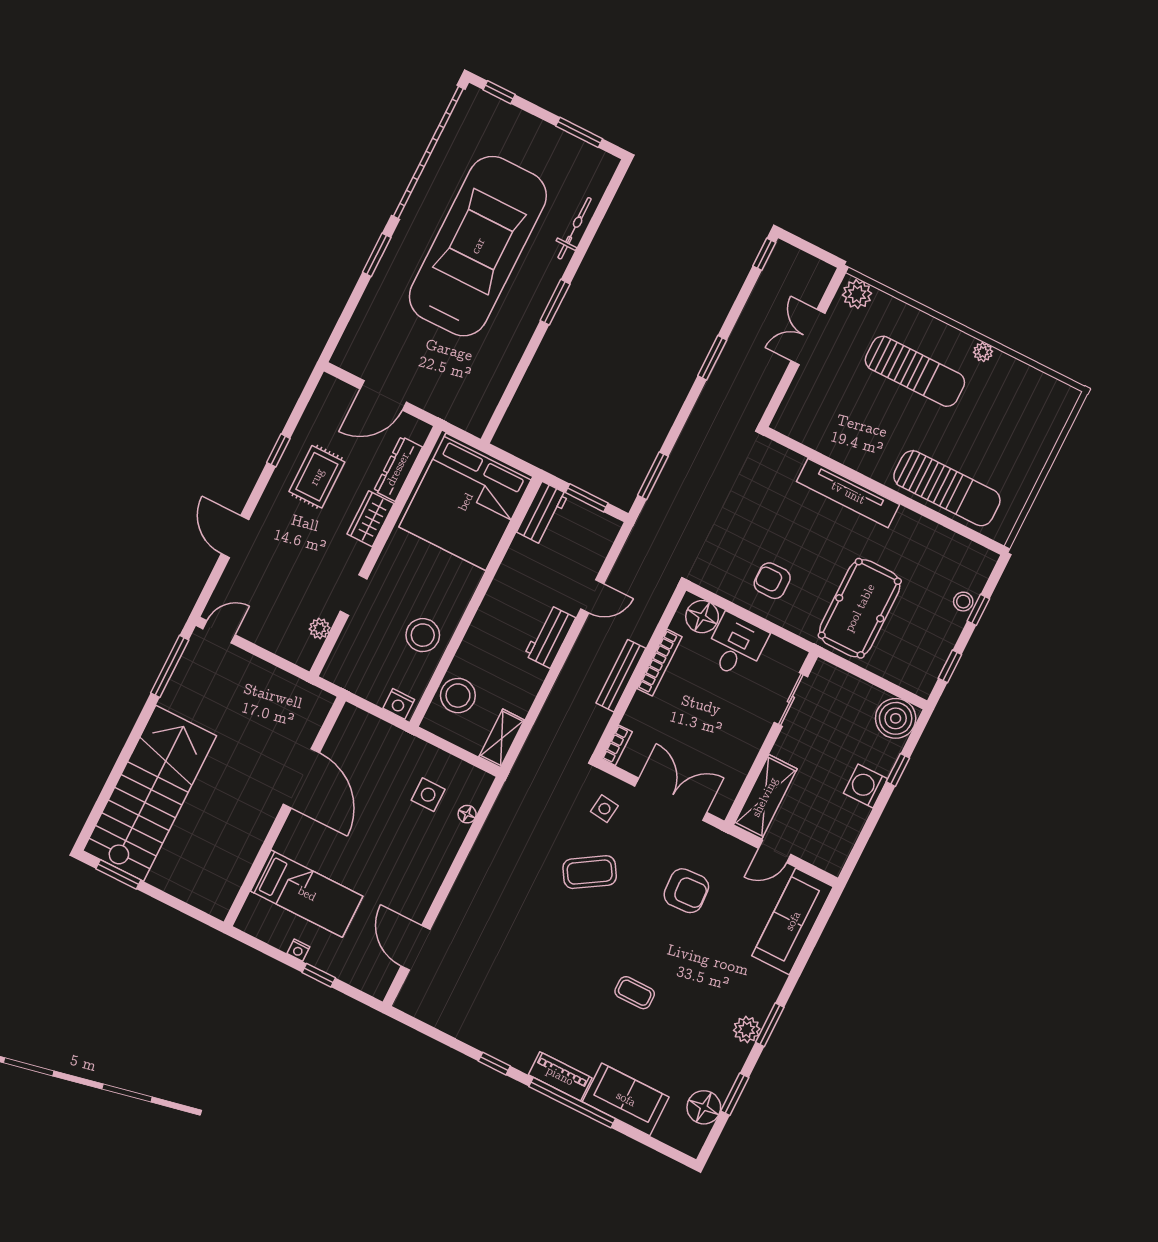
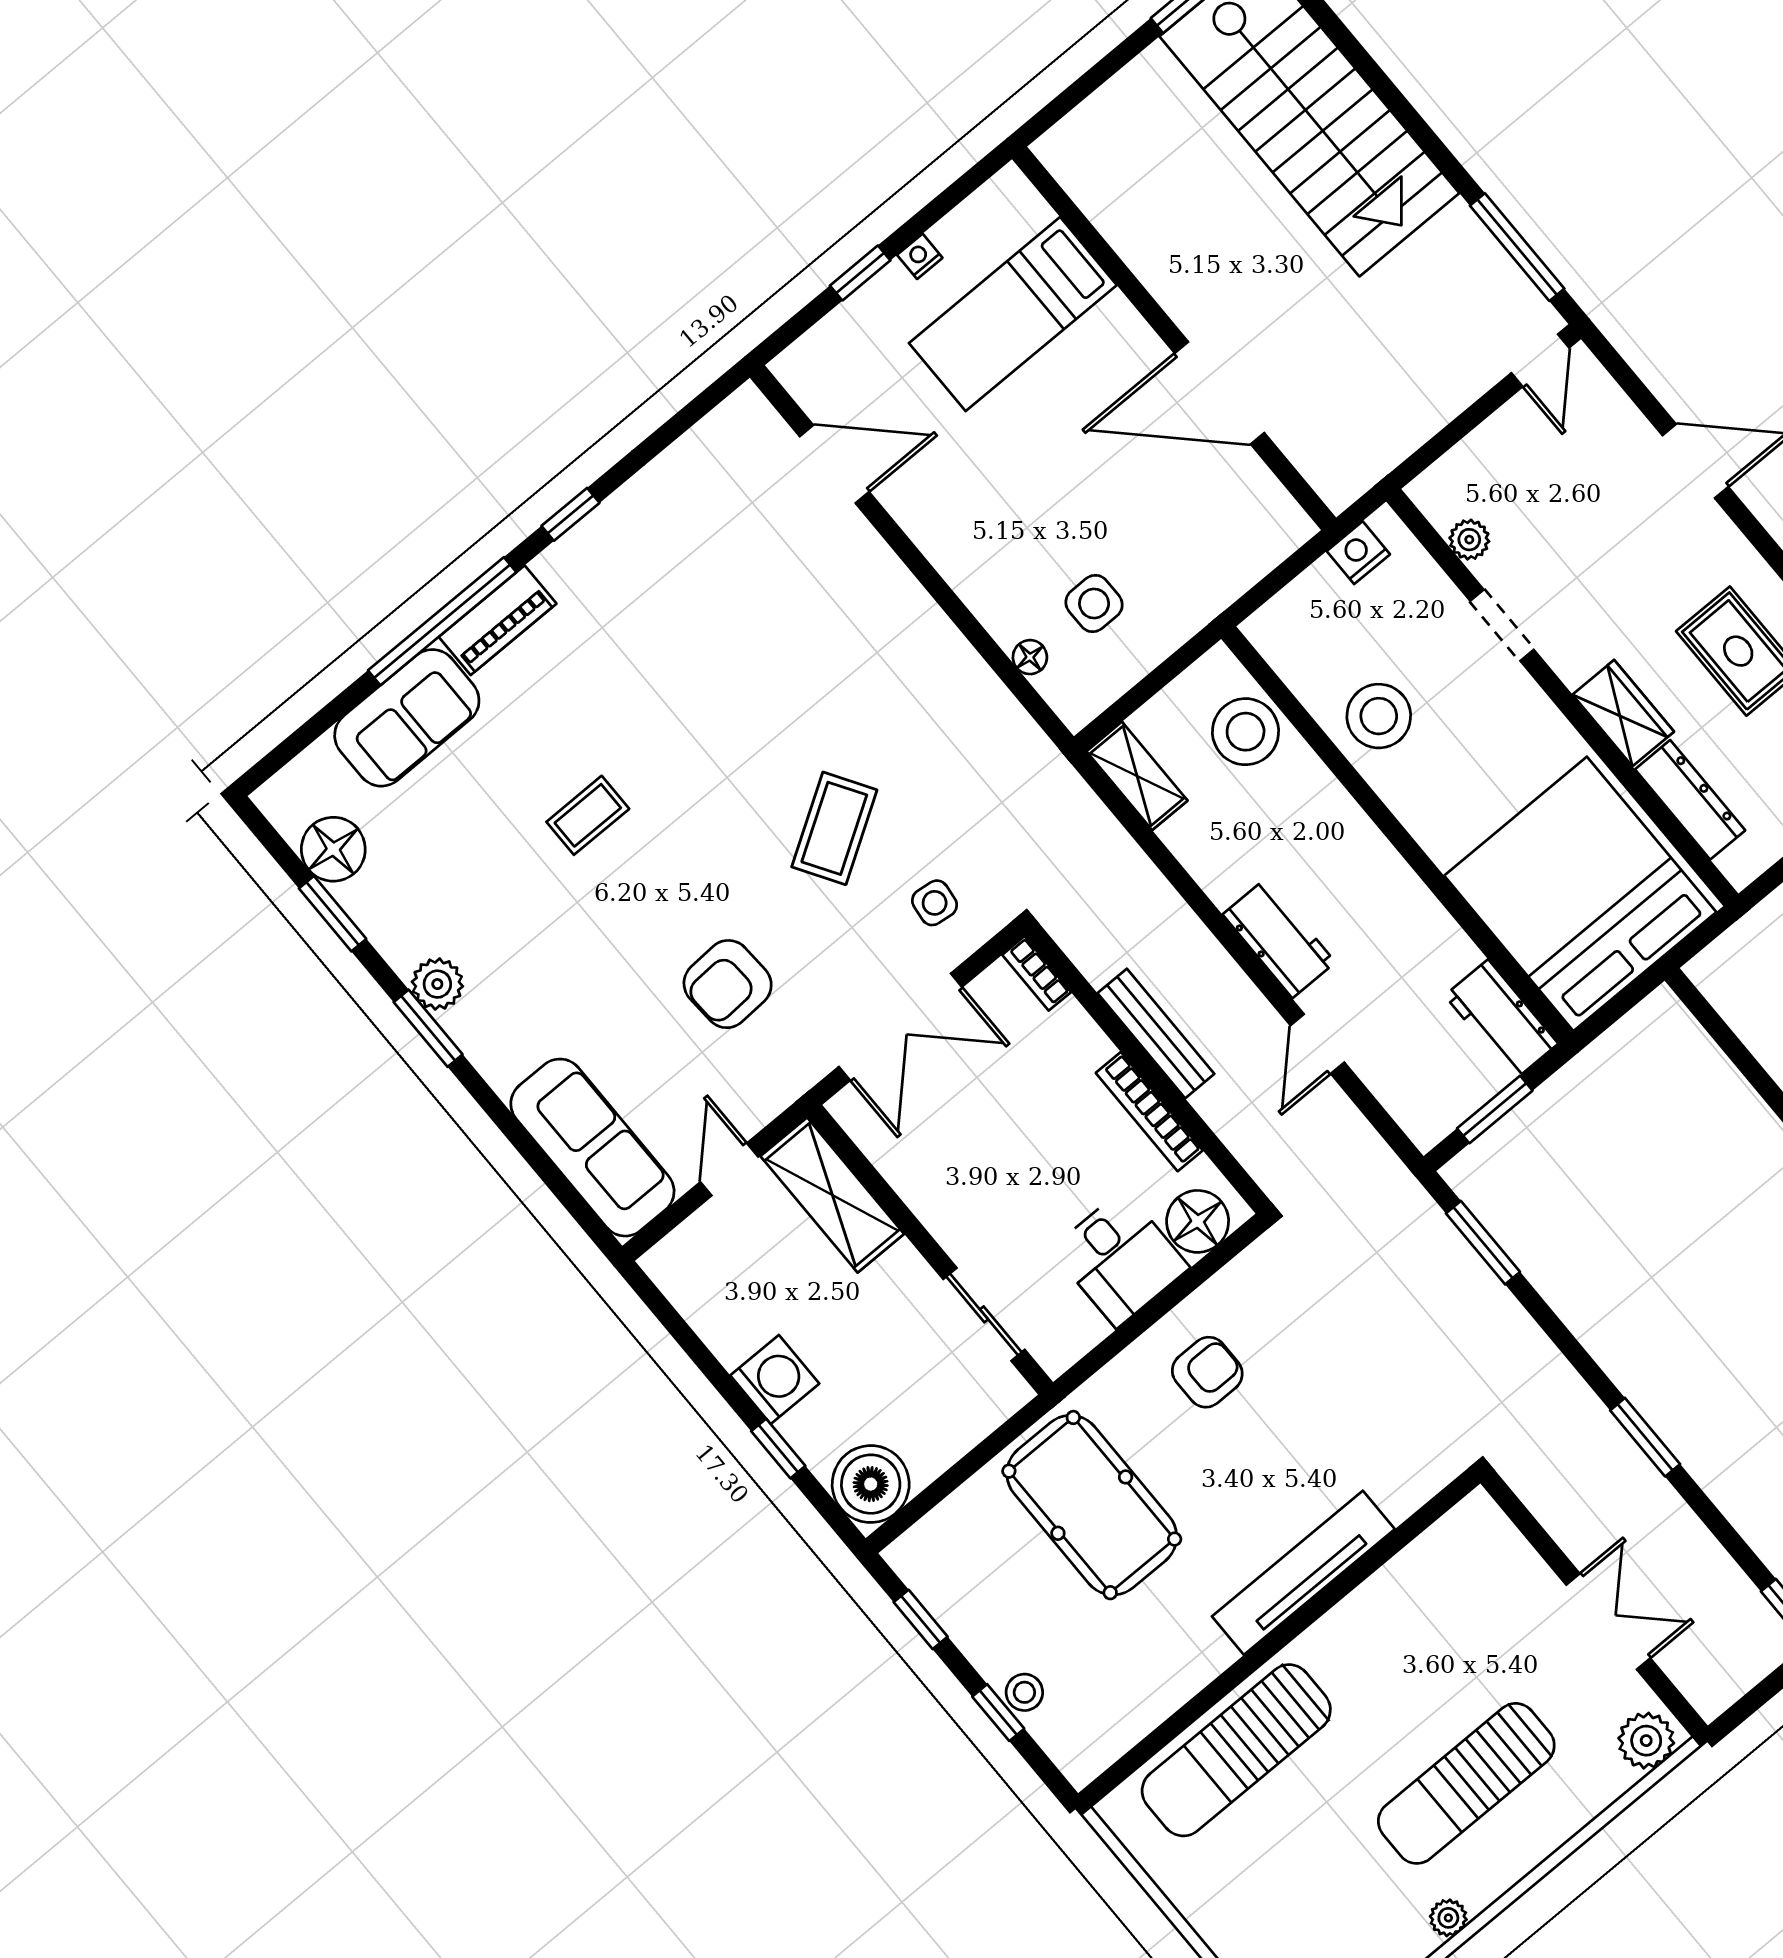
nightstand: (399, 704) -> (1358, 553), moved

